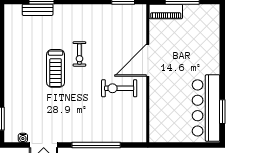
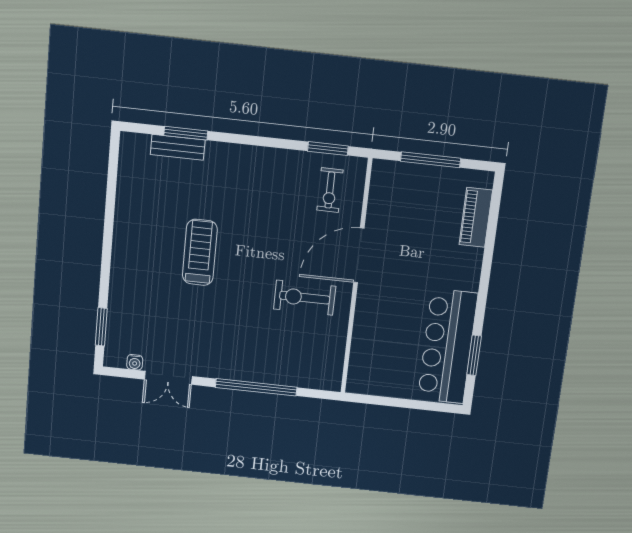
piano: (166, 11) -> (476, 217), moved, turned 90
exercise bike: (79, 54) -> (330, 190), moved
treadmill: (56, 68) -> (200, 252), turned 180

